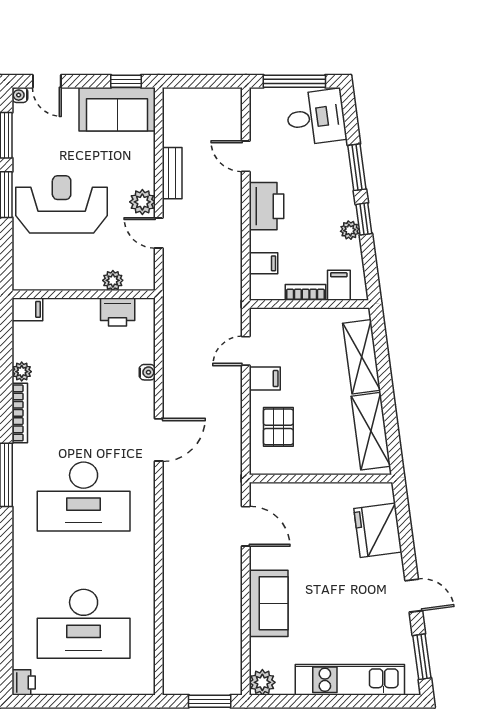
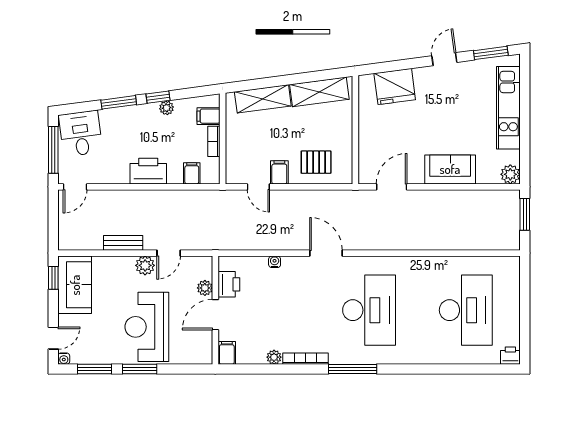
door: (246, 156) -> (75, 187), moved
door: (78, 294) -> (215, 315), added

